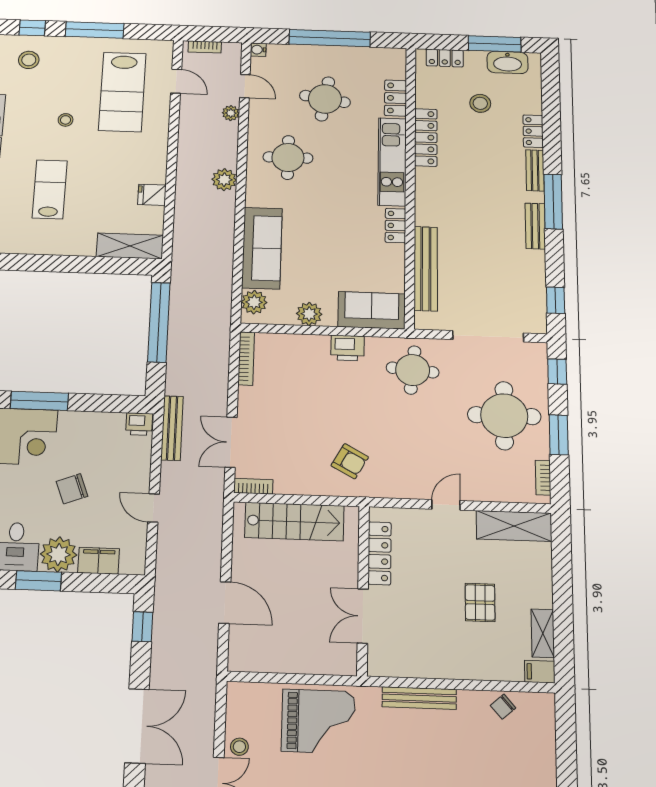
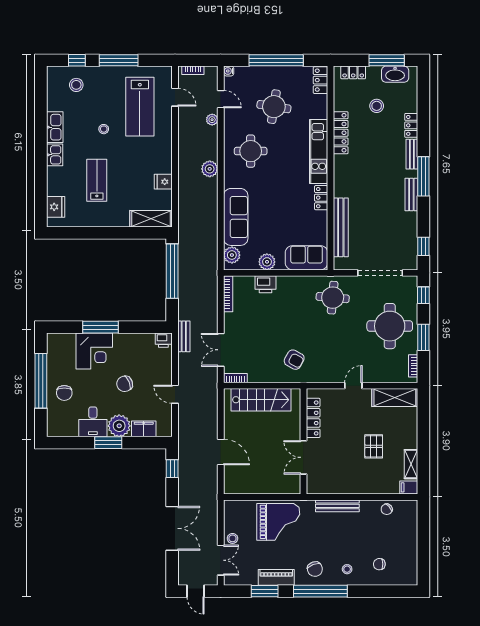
locker: (395, 98) -> (321, 80), moved
printer: (348, 348) -> (265, 284), moved
bench: (172, 428) -> (184, 336), width x0.73

